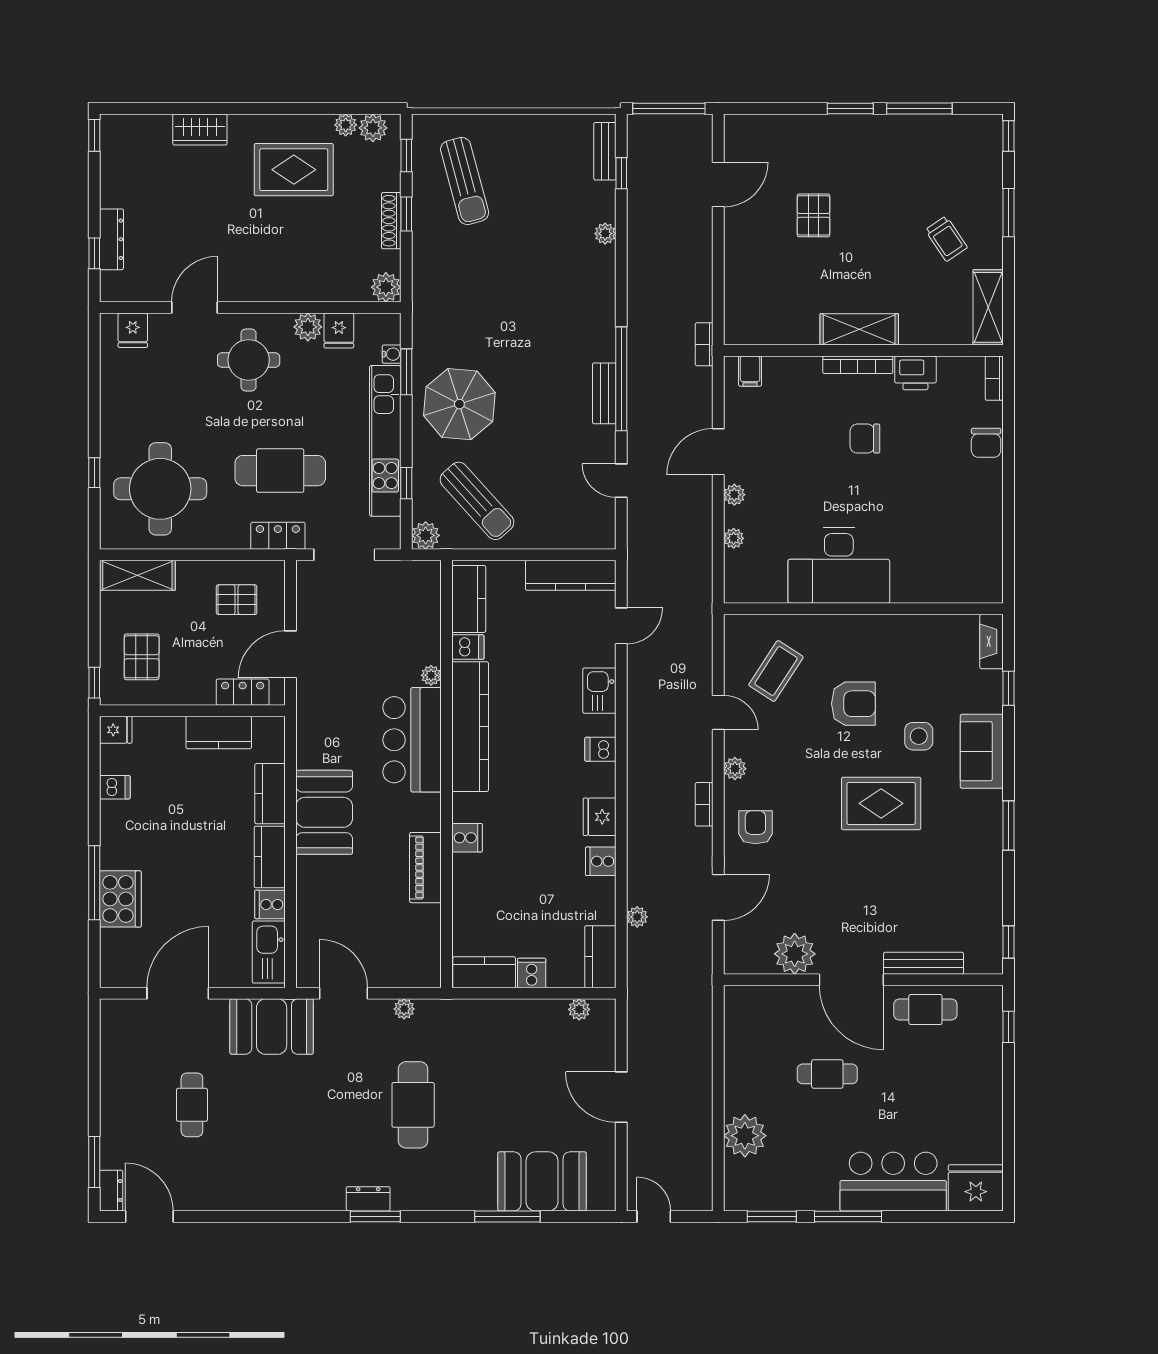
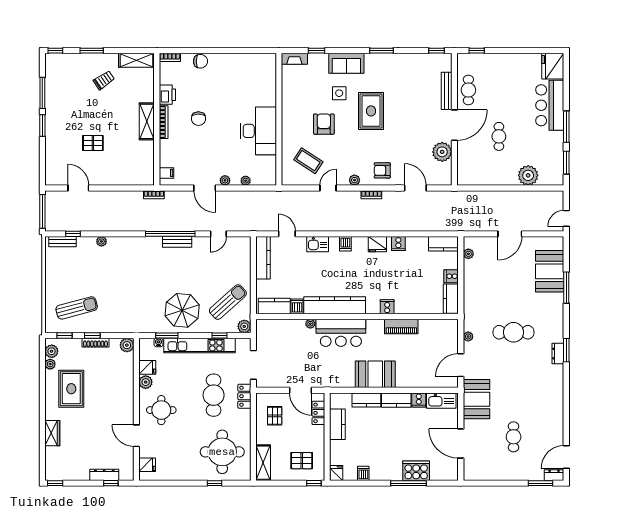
plant: (637, 917) -> (425, 226), removed
cafe table: (192, 1105) -> (514, 437), turned 90

